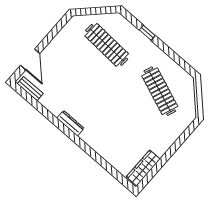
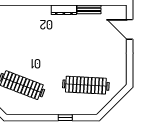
bench: (30, 89) -> (89, 9), moved

